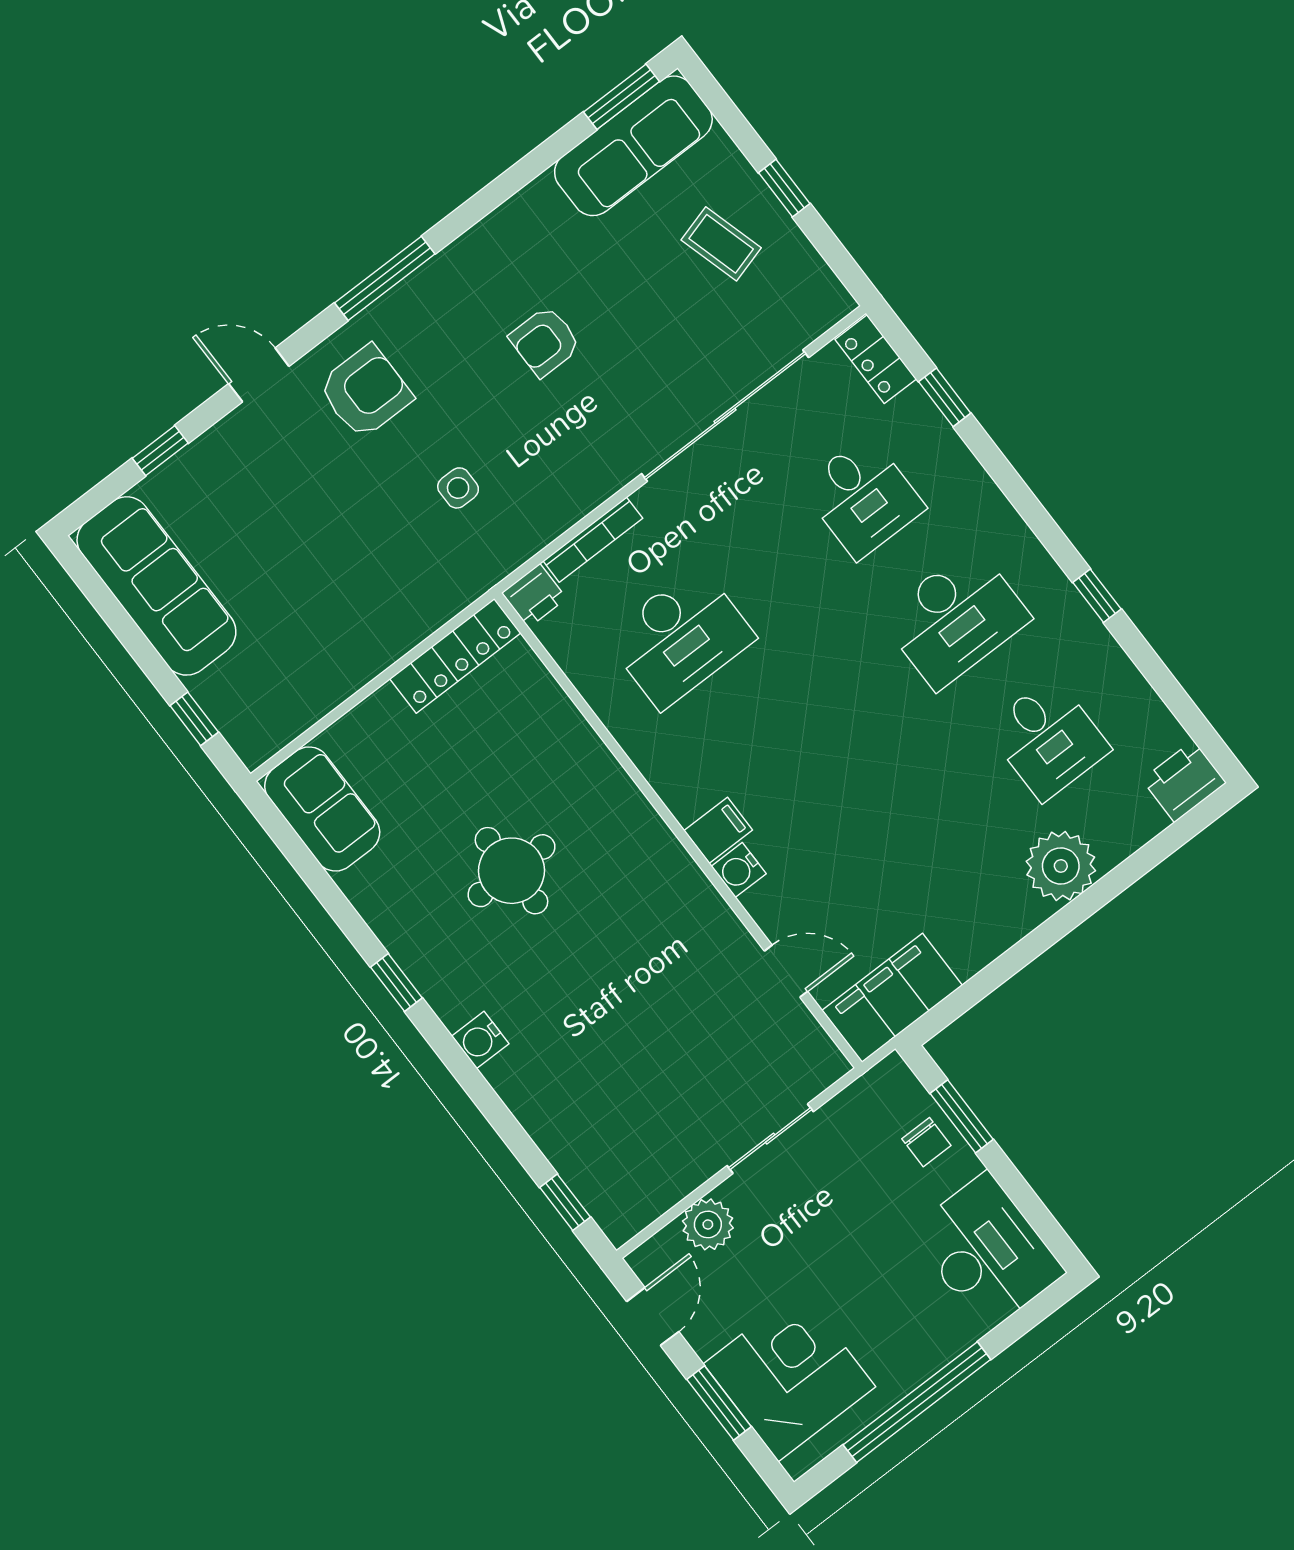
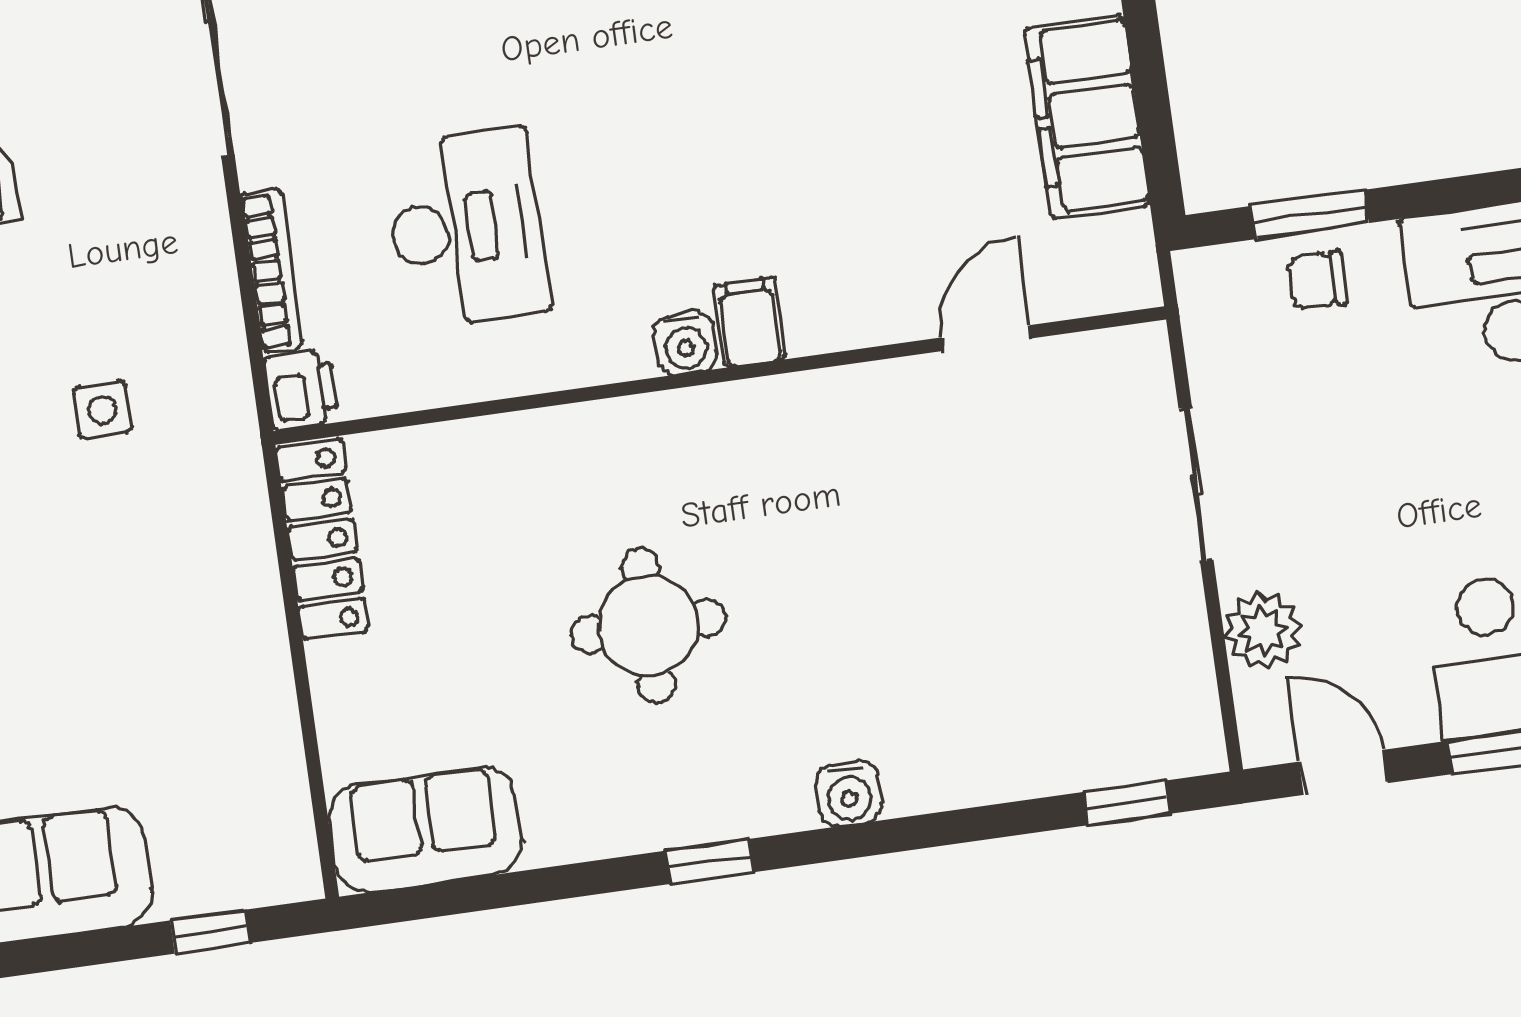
water cooler: (739, 870) -> (685, 343), moved
filing cabinet: (892, 998) -> (1087, 117), moved
chair: (926, 1142) -> (1317, 280), turned 180

